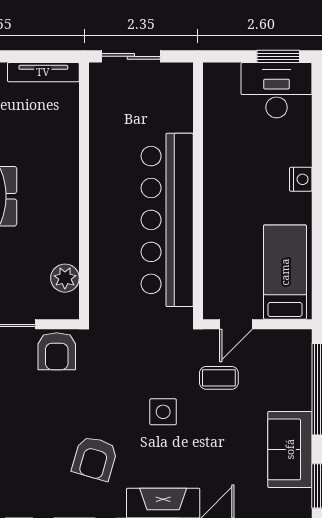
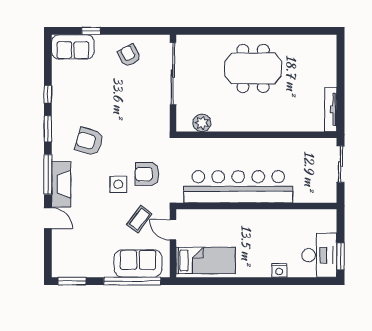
nightstand: (301, 179) -> (279, 270), moved
armchair: (57, 351) -> (147, 174), moved
coffee table: (219, 378) -> (139, 219), turned 37
sofa: (290, 449) -> (138, 263), moved

